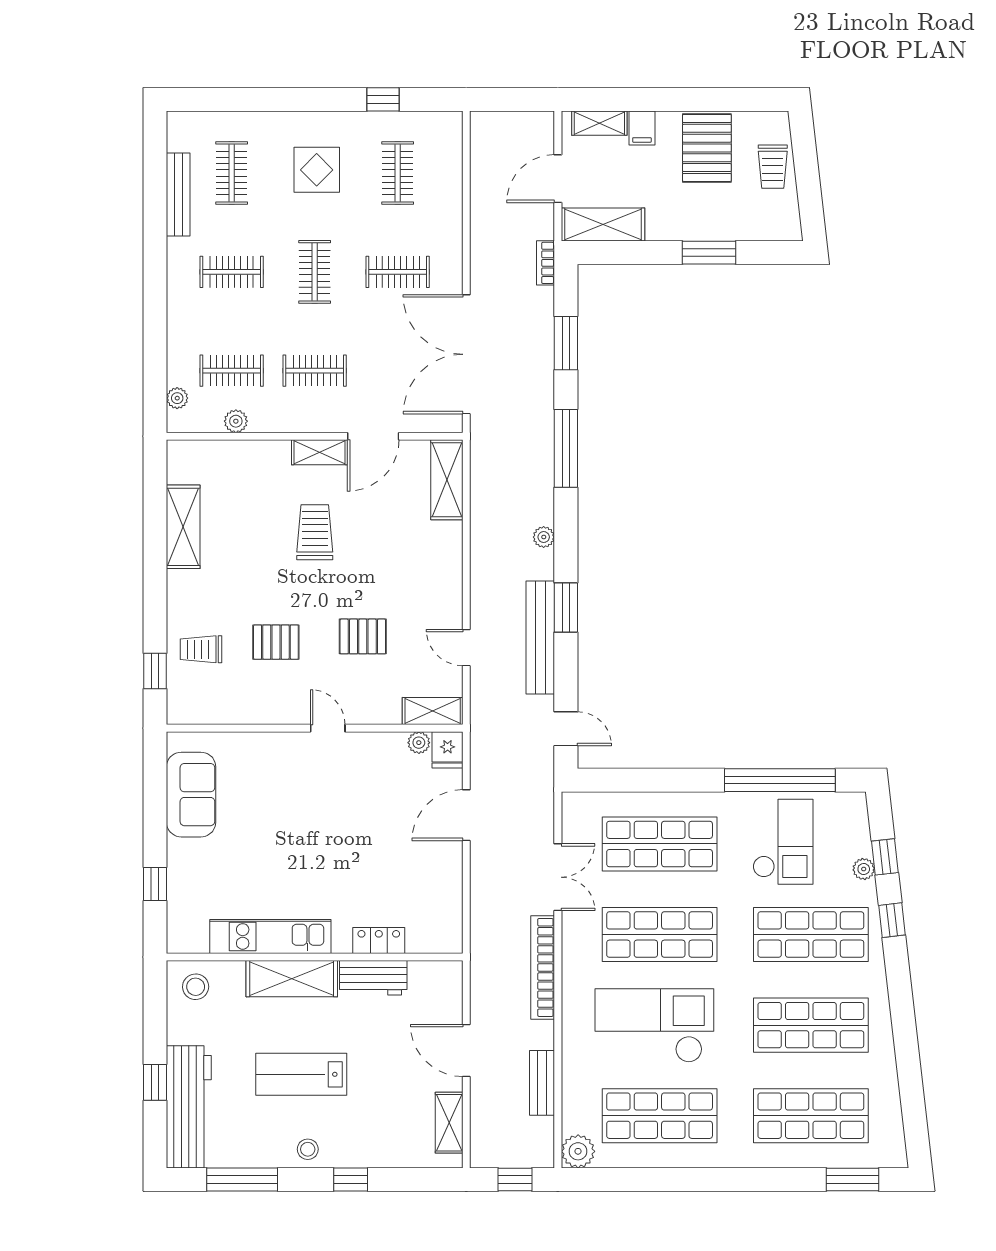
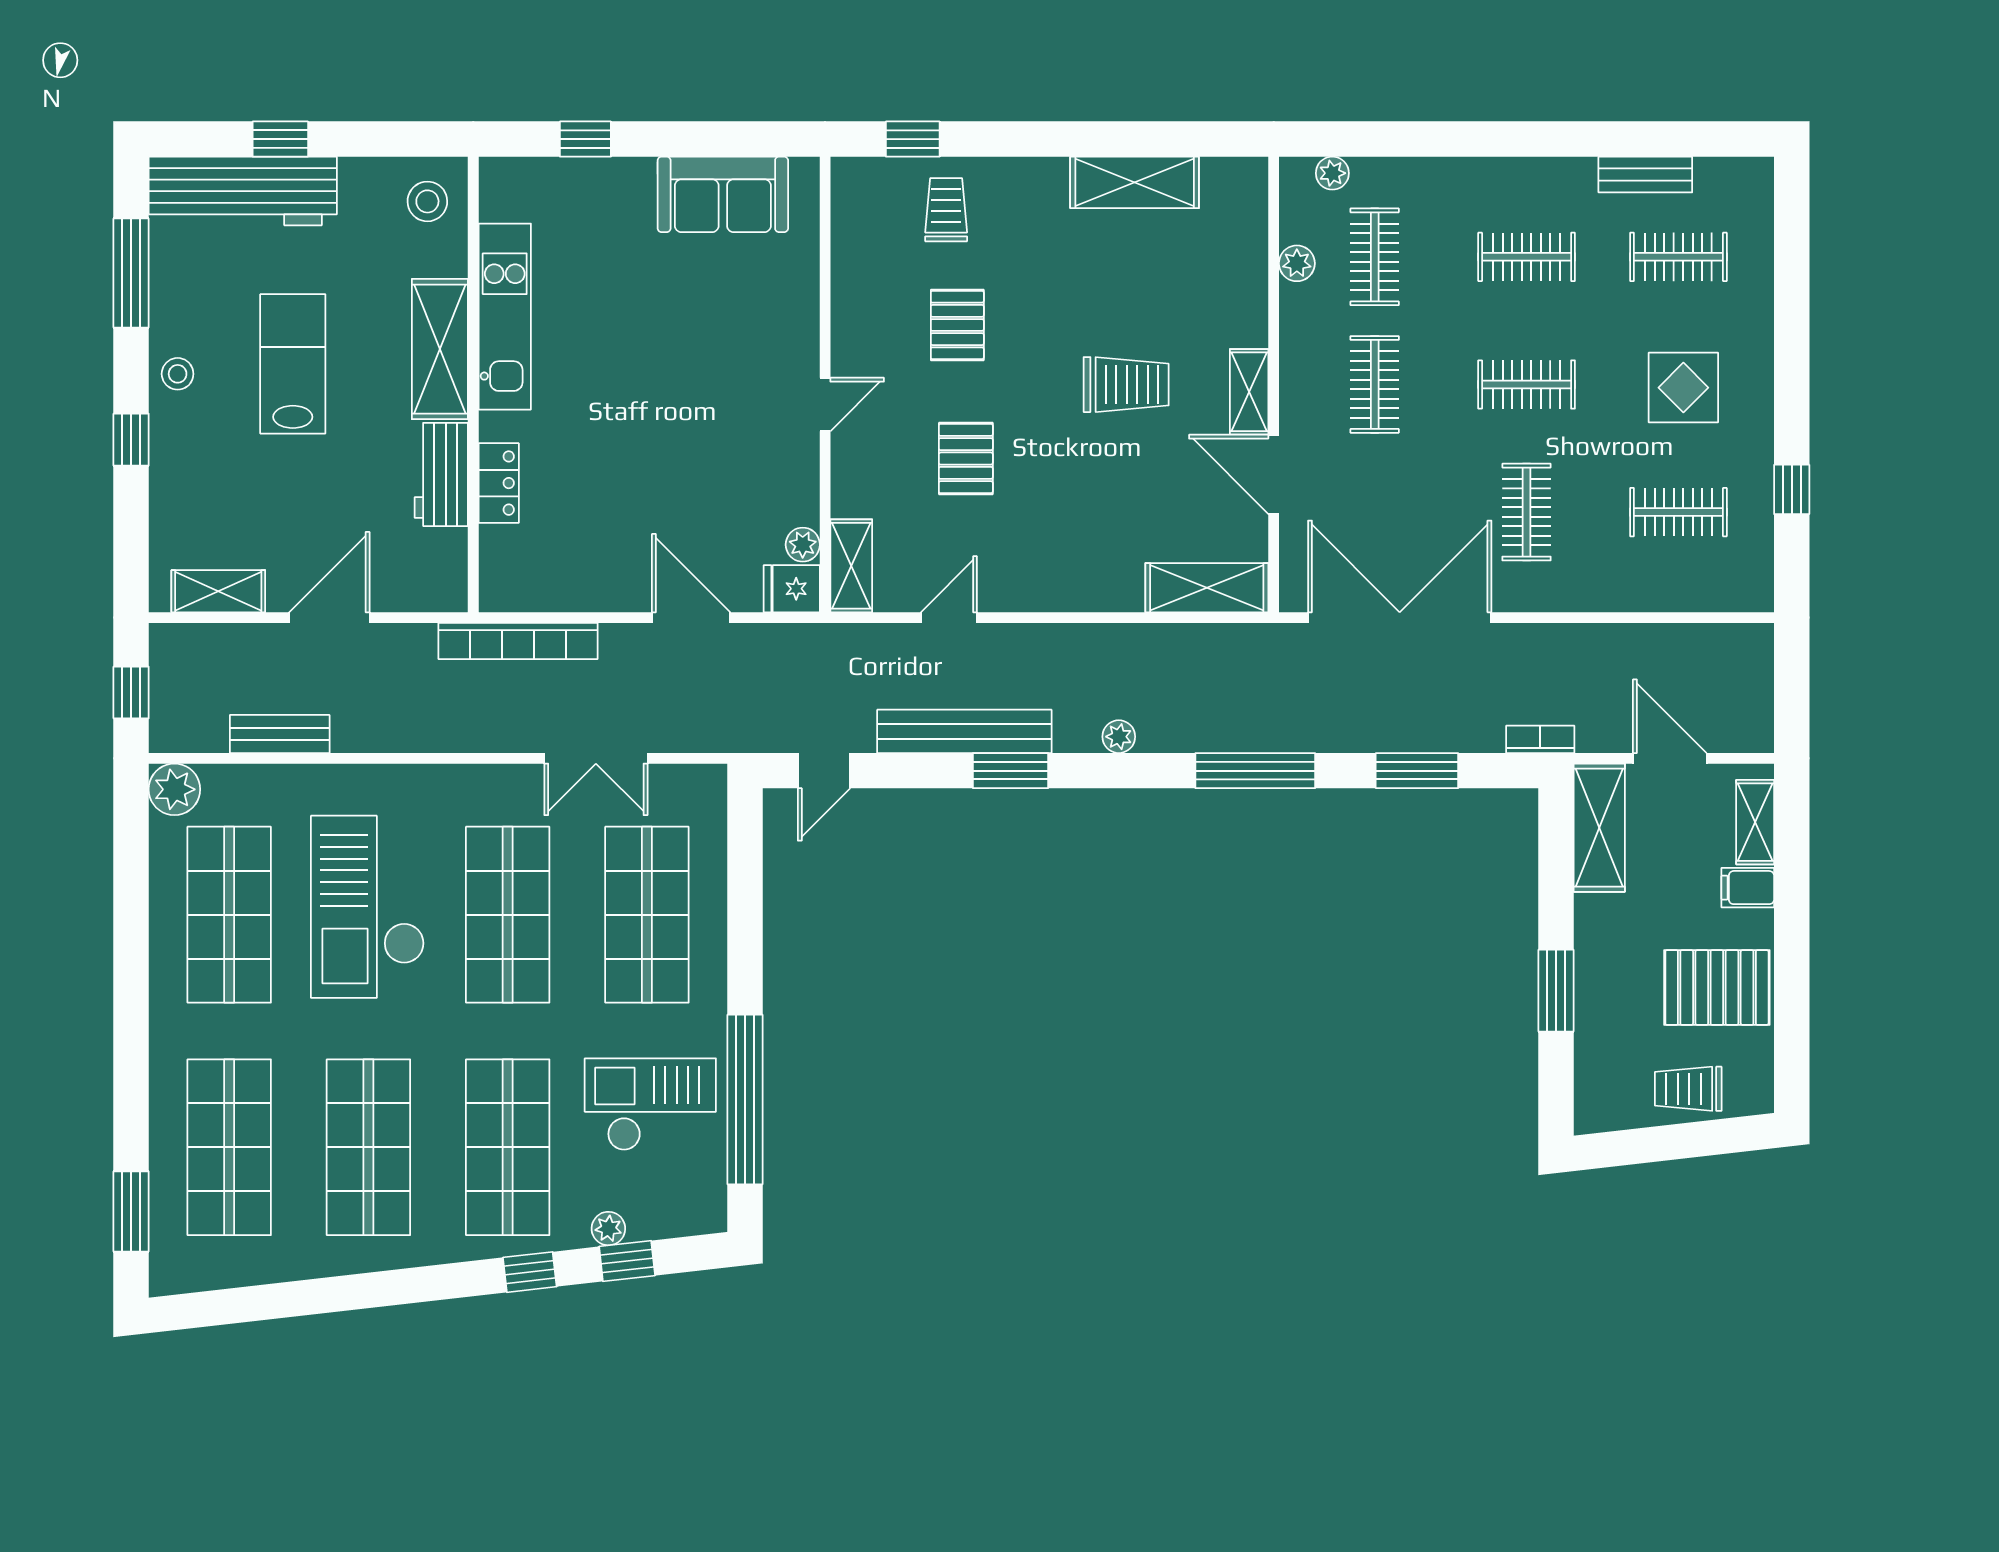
bench: (178, 195) -> (1645, 175), width x0.73
clothes rail: (232, 272) -> (1527, 257), turned 90
checkout: (783, 842) -> (650, 1104), turned 180
bookcase: (543, 967) -> (518, 641), moved, turned 180
checkout: (654, 1026) -> (368, 907), turned 180

